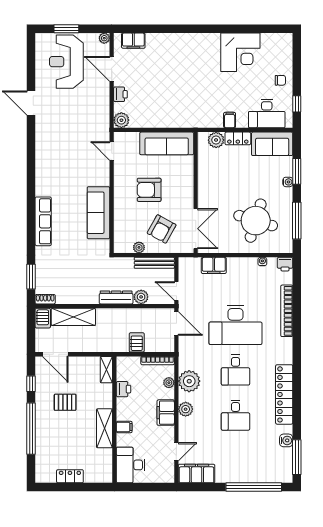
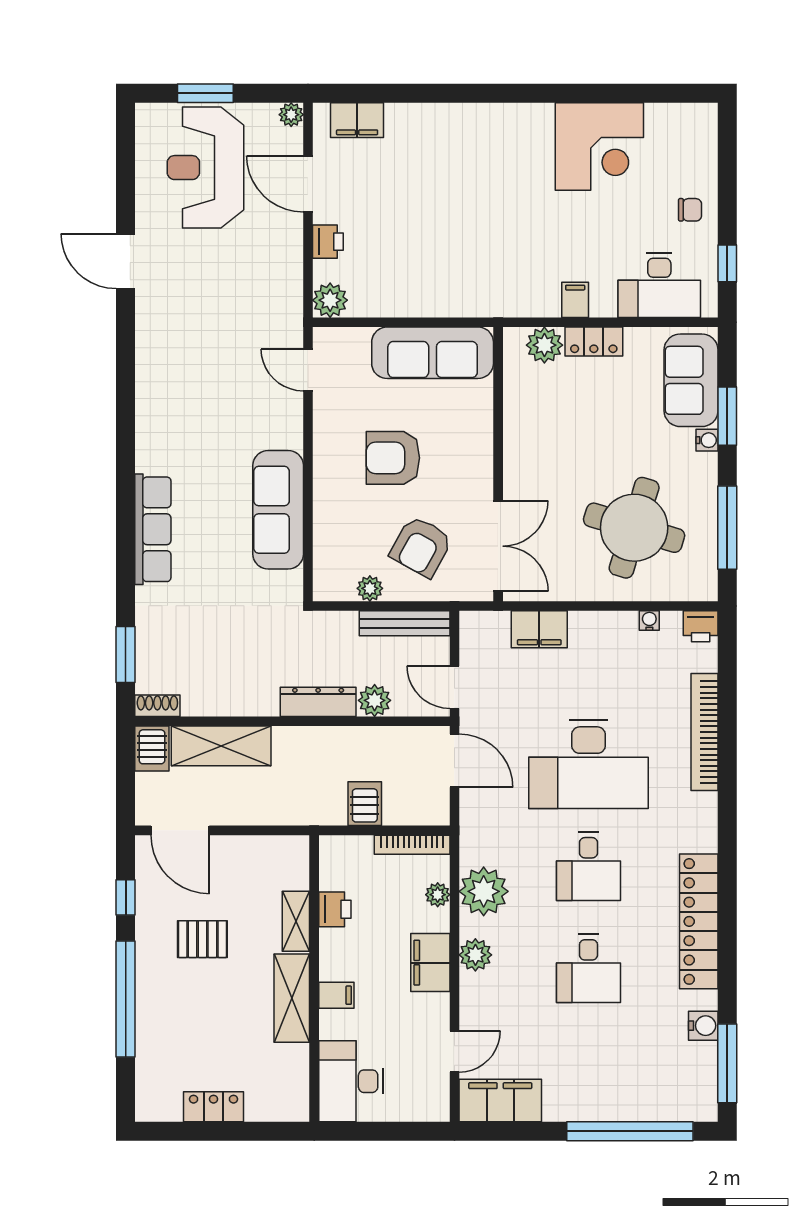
sofa: (272, 144) -> (691, 380), moved, turned 90
shelving: (106, 370) -> (296, 921), moved

